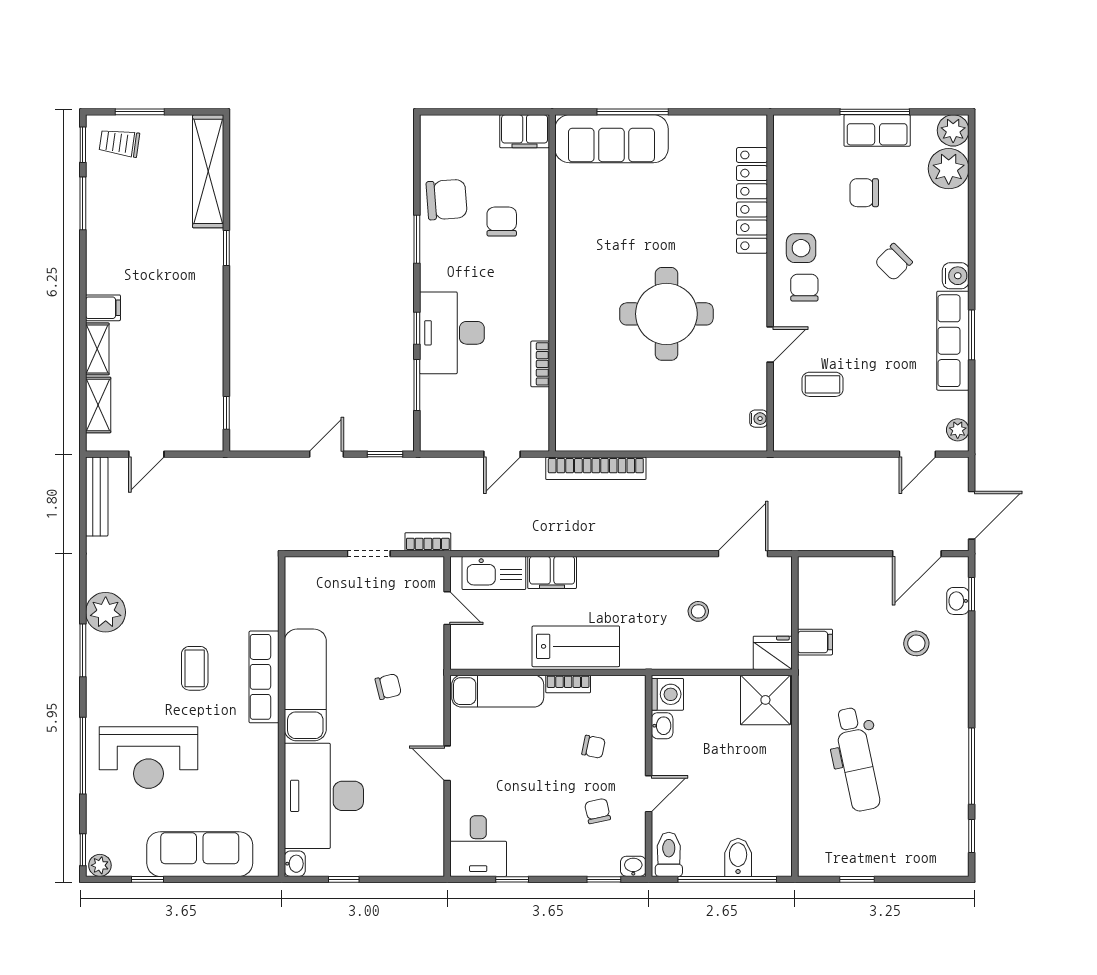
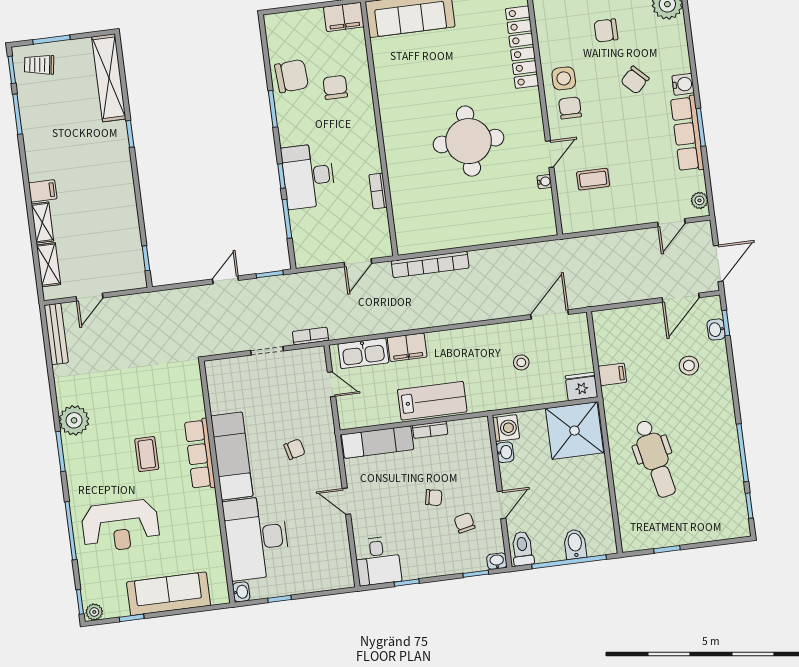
water cooler: (759, 419) -> (544, 182), moved
shower: (765, 700) -> (574, 431), width x1.37, depth x1.37
chair: (594, 747) -> (434, 498), moved

